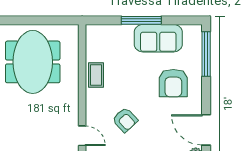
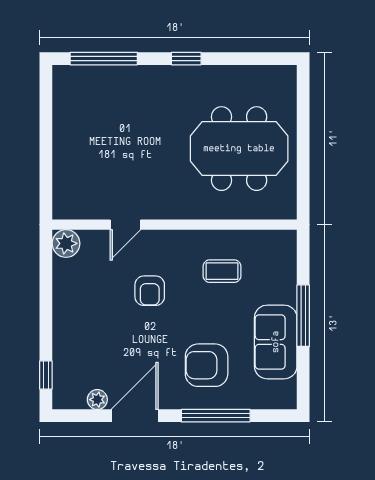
window: (206, 54) -> (216, 416), moved
coffee table: (96, 75) -> (222, 271), moved
armchair: (125, 120) -> (150, 291), turned -47

